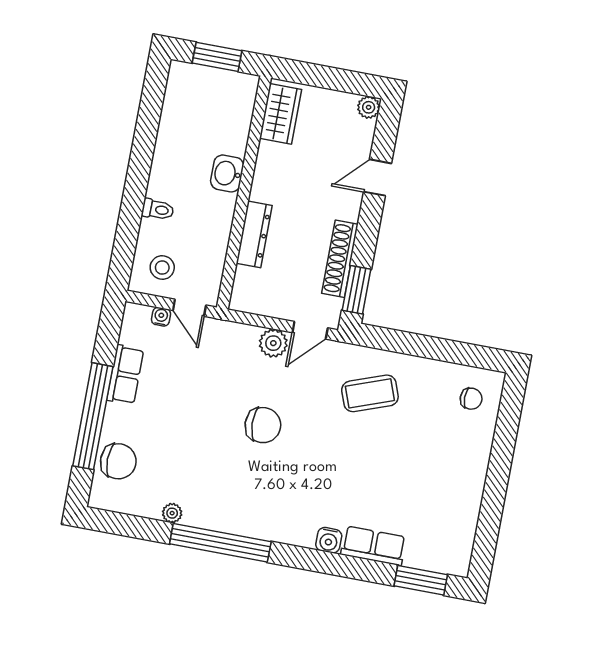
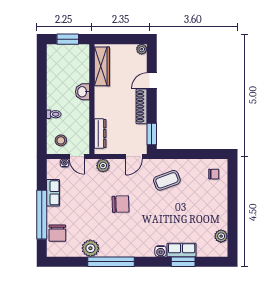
wardrobe: (281, 114) -> (102, 66), width x1.50
dresser: (254, 234) -> (100, 133), moved
shoe rack: (340, 259) -> (142, 106), moved
plant: (273, 343) -> (103, 166), moved
chair: (118, 461) -> (57, 233), turned 90
plant: (172, 513) -> (90, 248), width x1.88, depth x1.88
plant: (462, 532) -> (221, 236), added
window: (421, 580) -> (183, 262), moved

